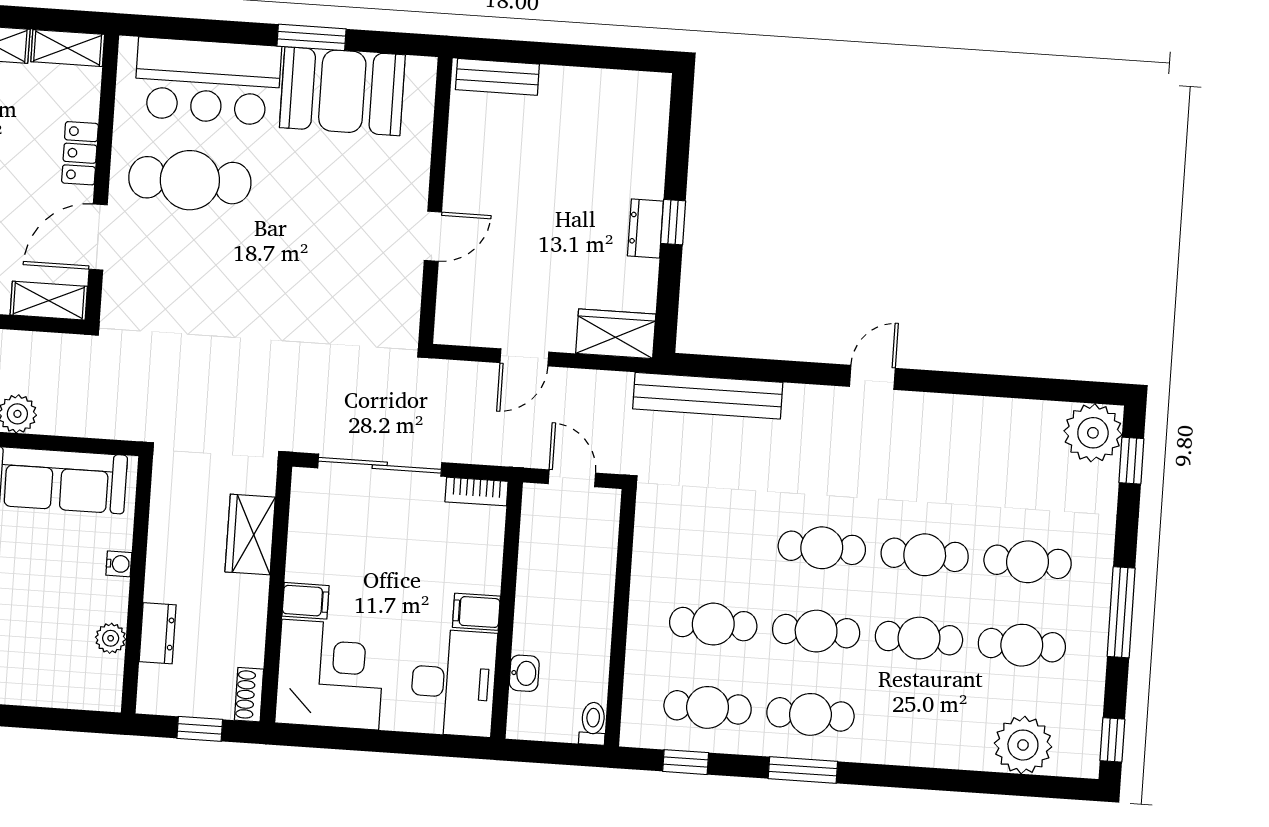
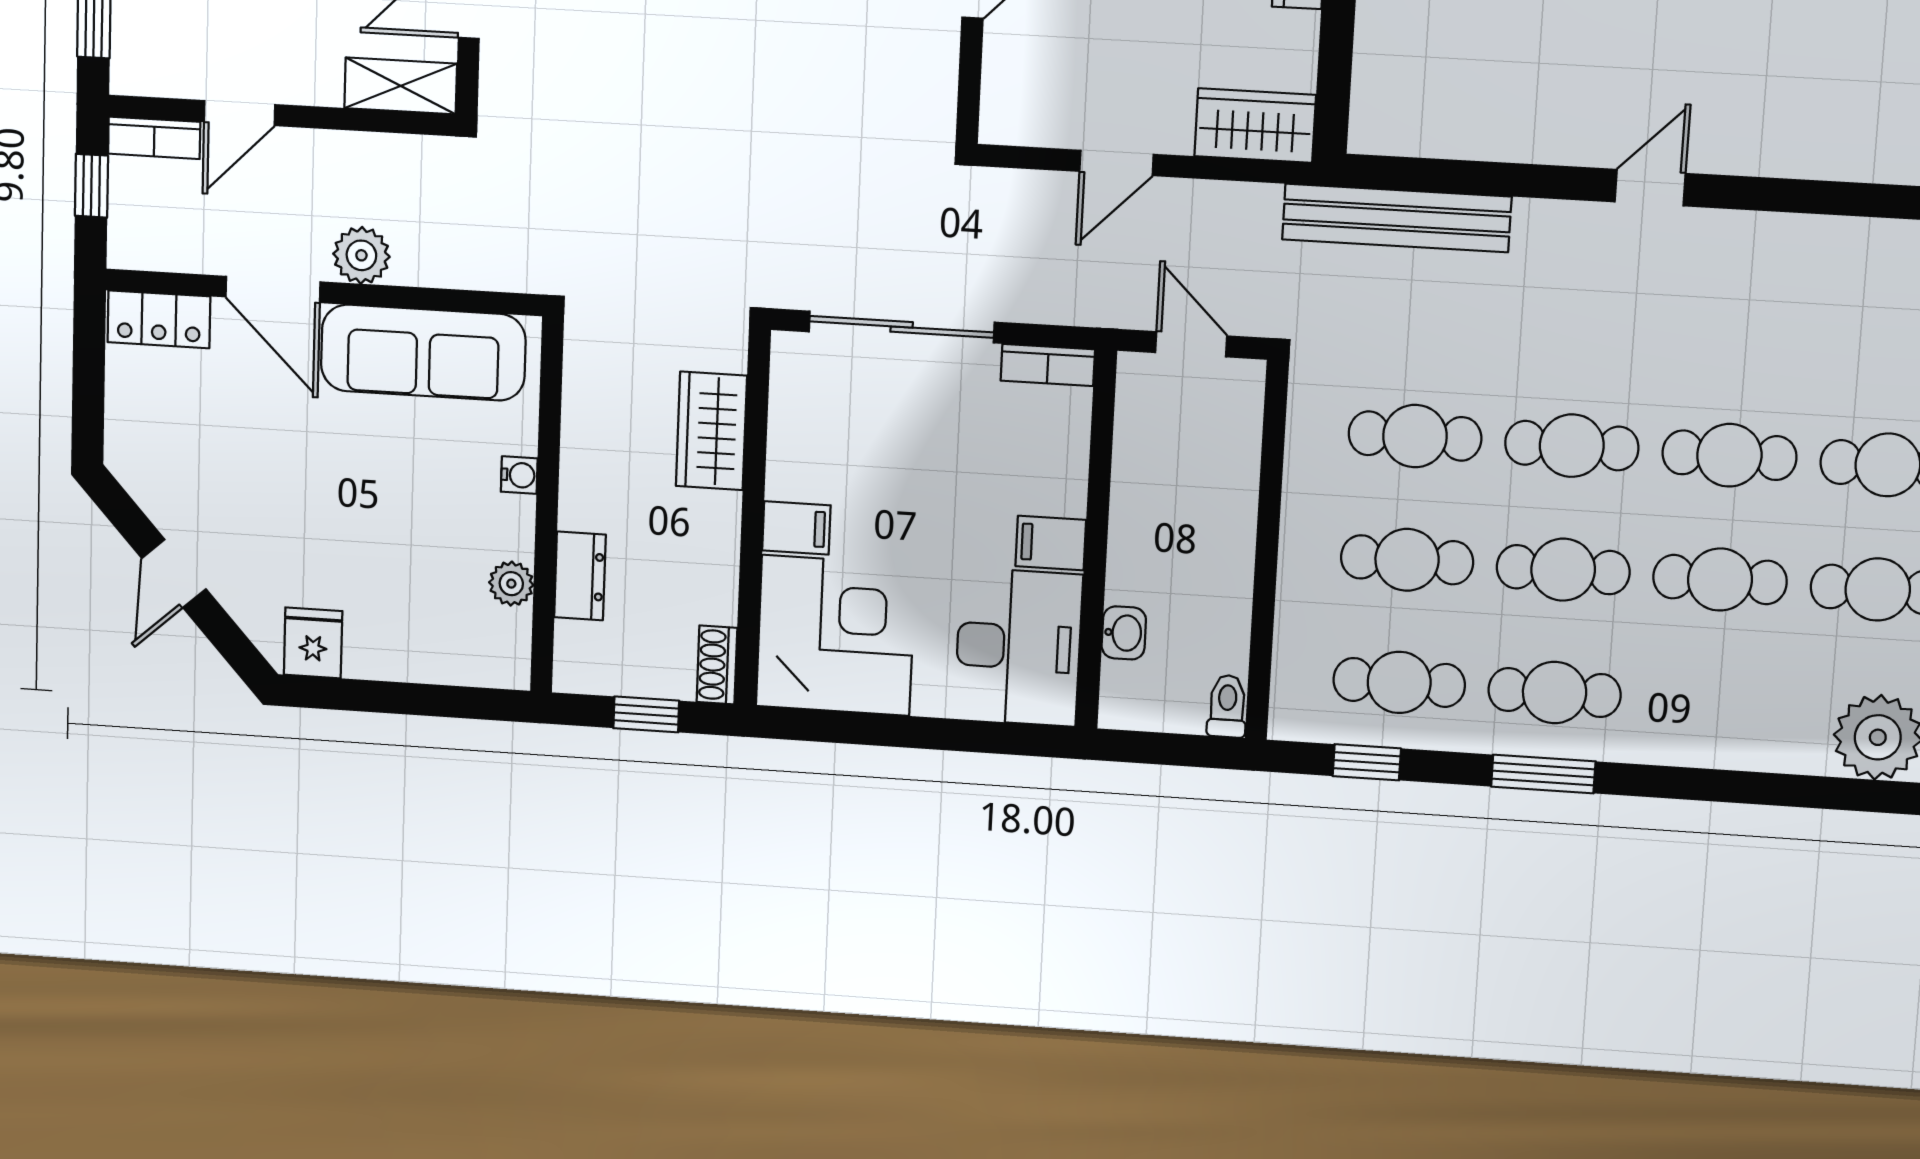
cafe table: (719, 541) -> (1415, 436), added

